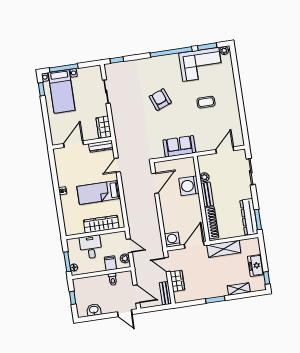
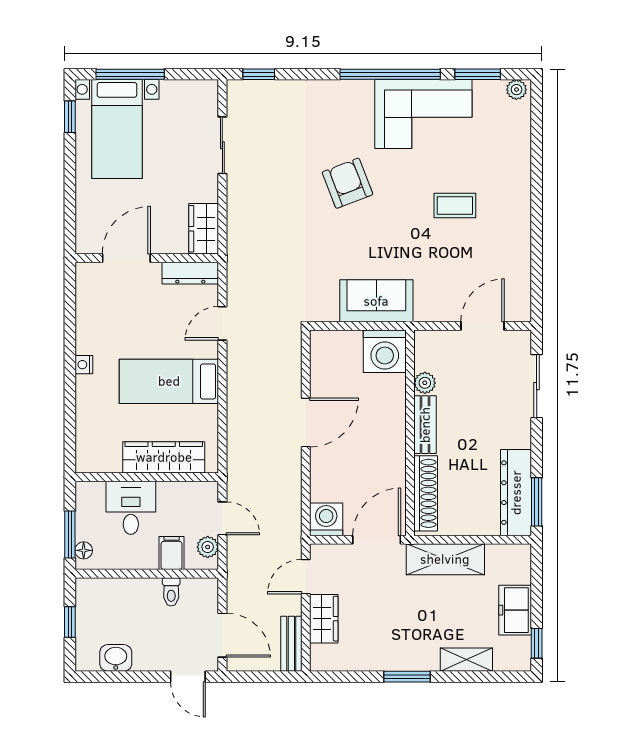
corner sofa: (201, 64) -> (423, 114), moved
door: (155, 183) -> (306, 423), moved
washing machine: (189, 186) -> (385, 351), moved, turned -90
door: (167, 265) -> (306, 577), hinge flipped

